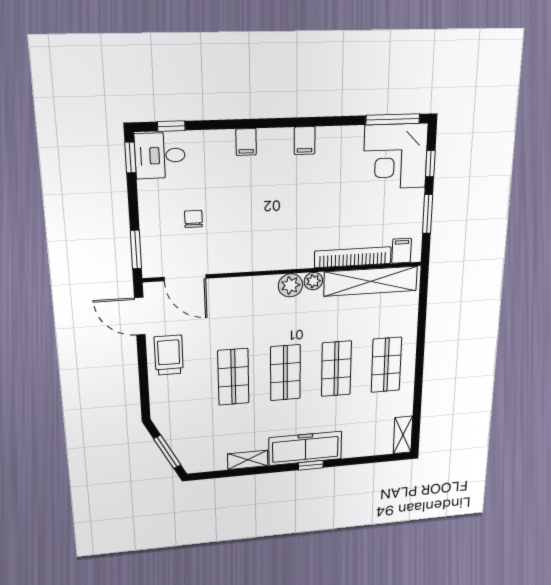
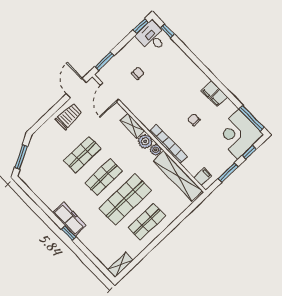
filing cabinet: (246, 142) -> (219, 98), moved
chair: (323, 198) -> (194, 120), added
bookcase: (353, 257) -> (168, 144), moved
shop shelf: (336, 369) -> (125, 199), width x1.43, depth x1.36
freezer: (305, 448) -> (69, 219), width x0.73, depth x0.79
shelving: (248, 460) -> (132, 126), moved

